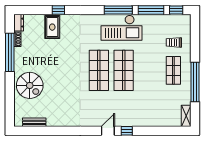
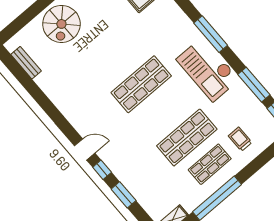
window: (118, 10) -> (211, 34), moved
shop shelf: (124, 70) -> (187, 138), moved
window: (150, 131) -> (124, 195), added

